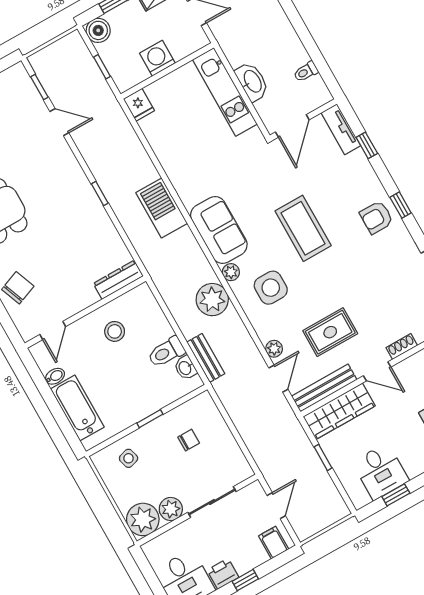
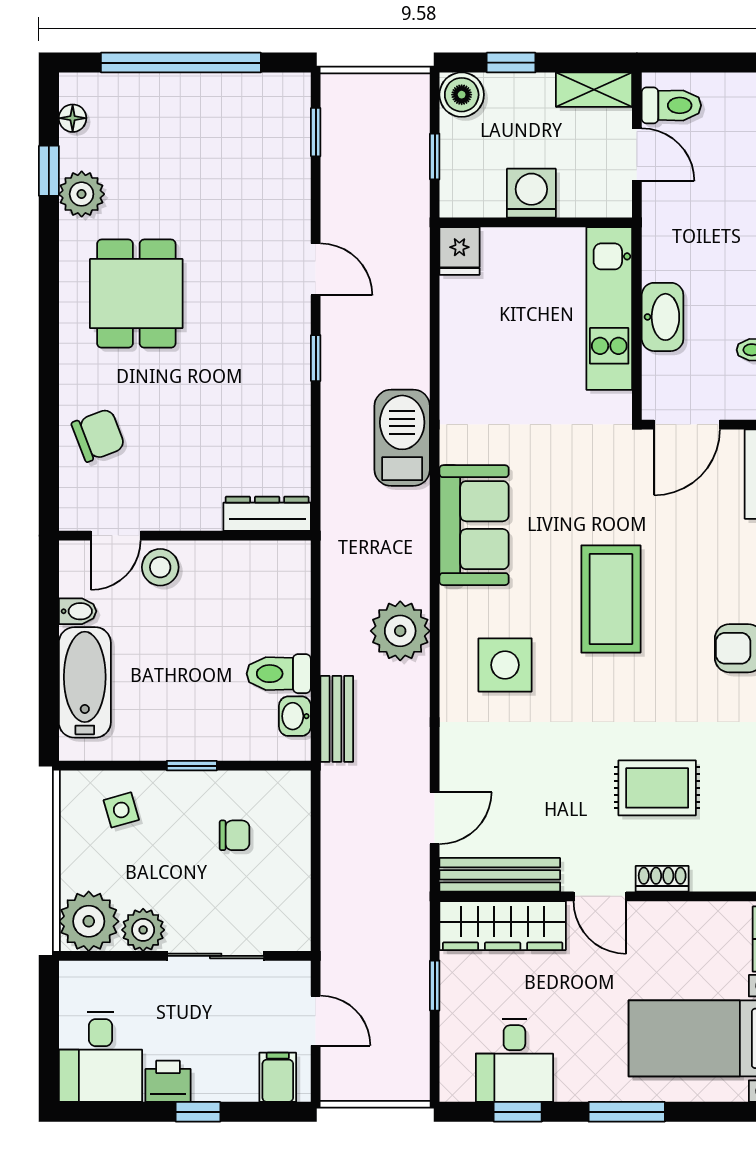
door: (59, 122) -> (316, 269), moved
plant: (231, 272) -> (455, 604), removed
stool: (115, 331) -> (160, 567), moved
rug: (330, 332) -> (657, 788), moved
plant: (274, 349) -> (455, 766), removed
door: (276, 506) -> (316, 1021), hinge flipped

